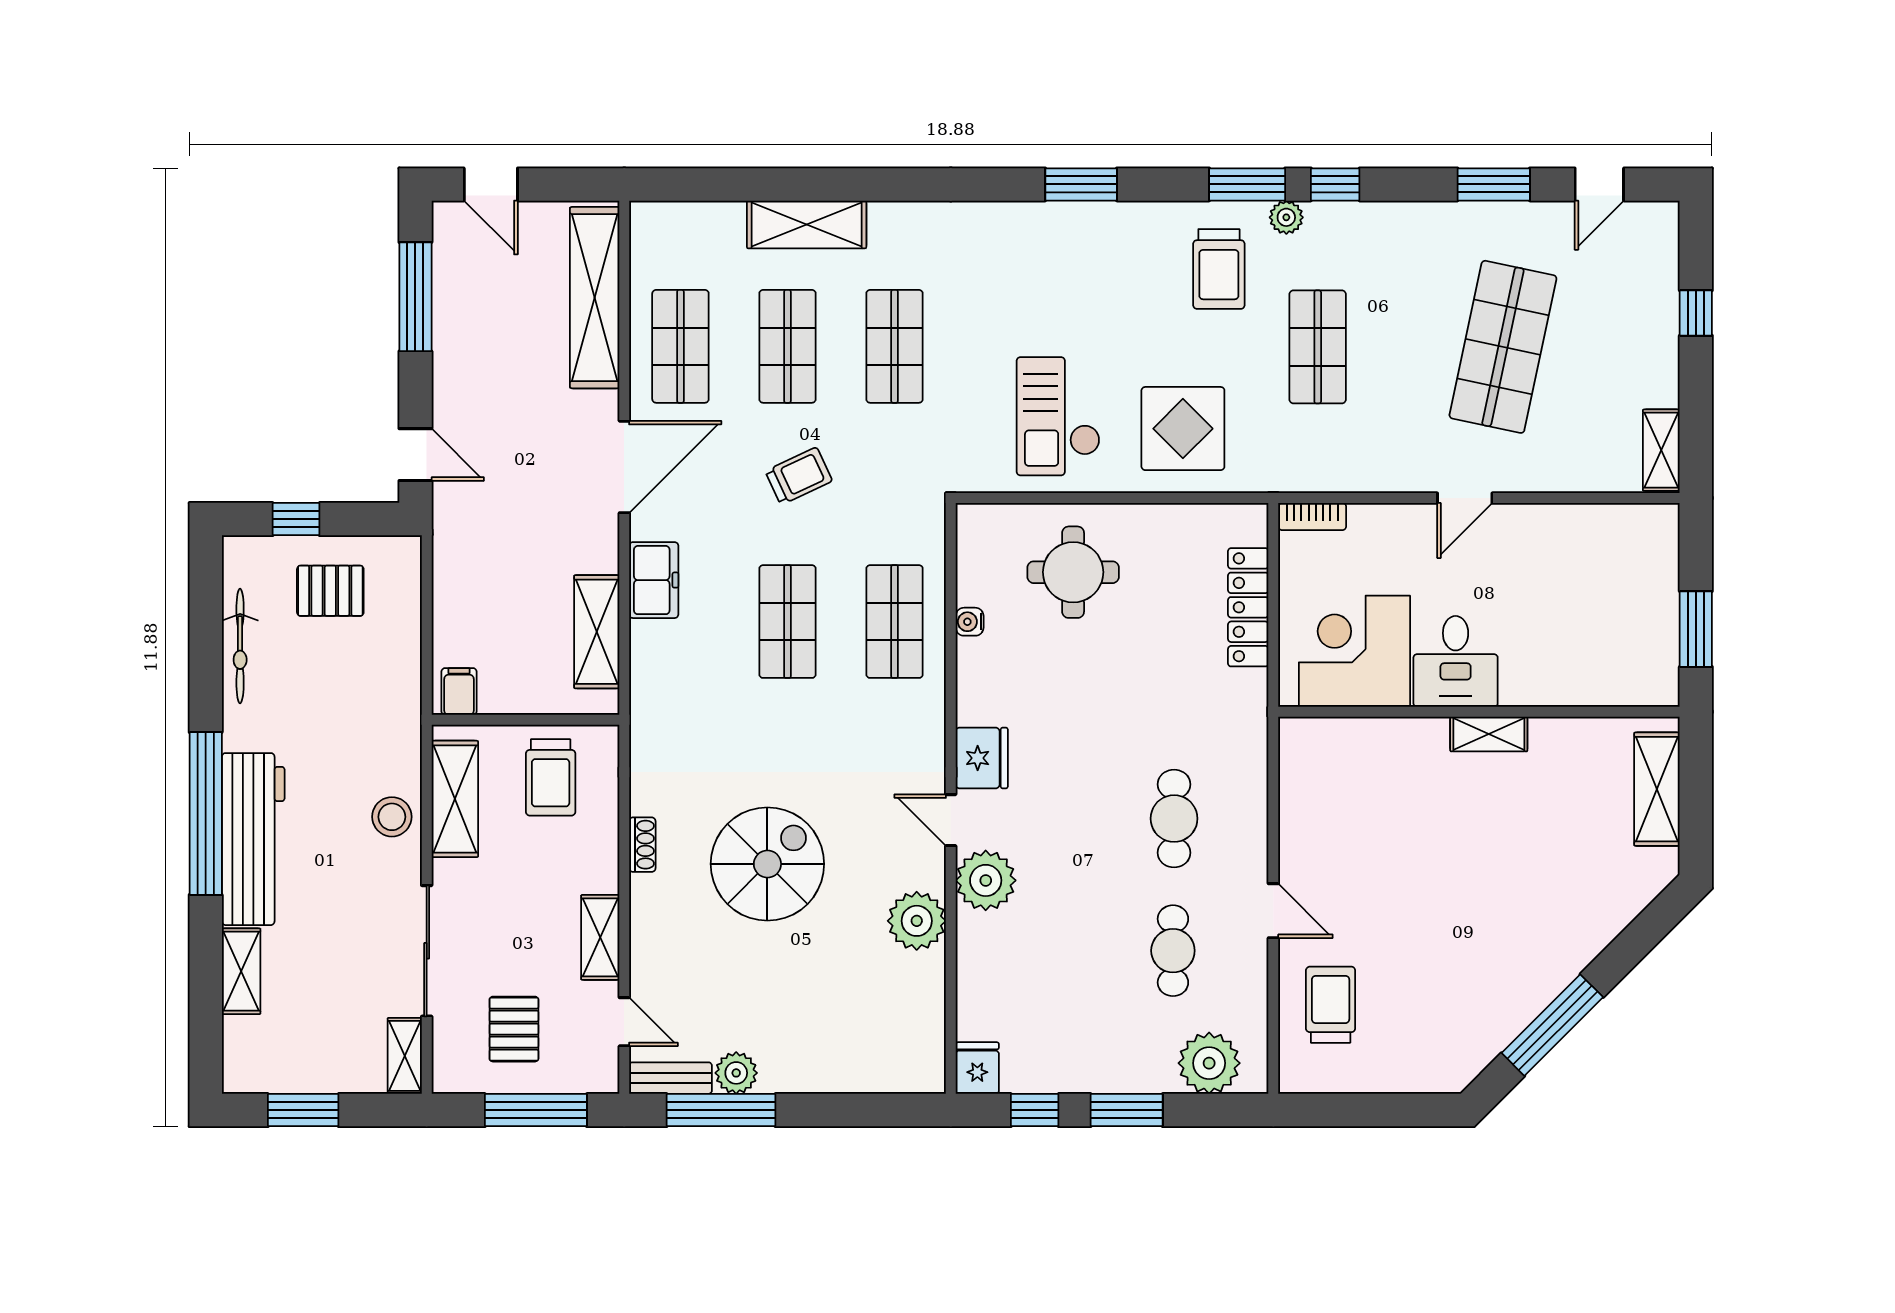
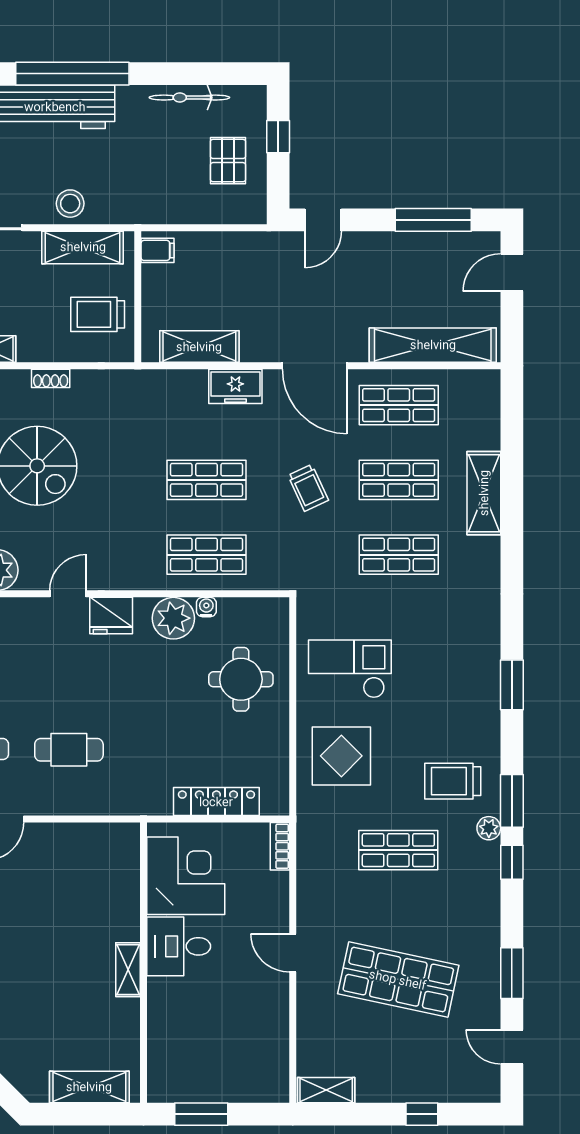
plant: (986, 880) -> (173, 618), moved

